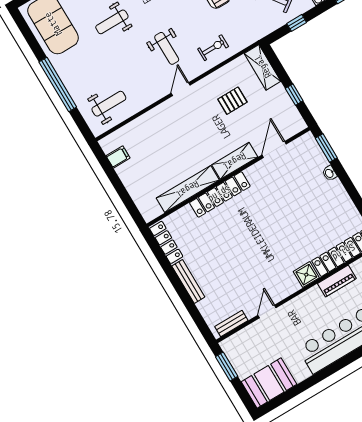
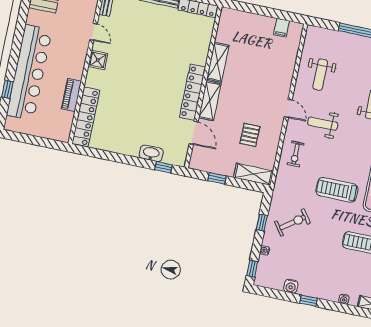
weight bench: (109, 104) -> (320, 75), moved
window: (326, 148) -> (164, 167), width x0.67
washbasin: (329, 173) -> (151, 153), width x1.91, depth x1.45
shelving: (188, 189) -> (218, 62), width x0.68
locker: (220, 194) -> (192, 92), moved
shower: (306, 275) -> (98, 60), moved

